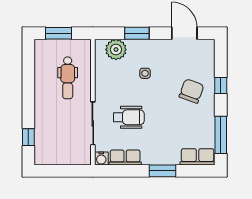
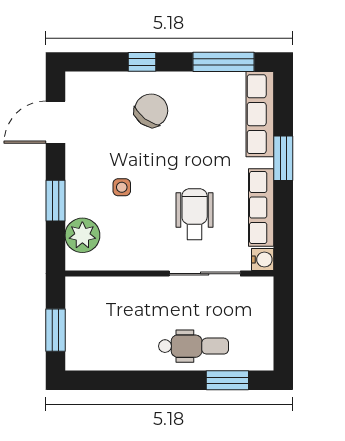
dental chair: (68, 78) -> (194, 346), moved
chair: (191, 91) -> (151, 110), turned 107
window: (28, 137) -> (227, 380), width x1.50
row of seats: (198, 157) -> (260, 114), width x1.48
row of seats: (125, 158) -> (261, 208), width x1.48

